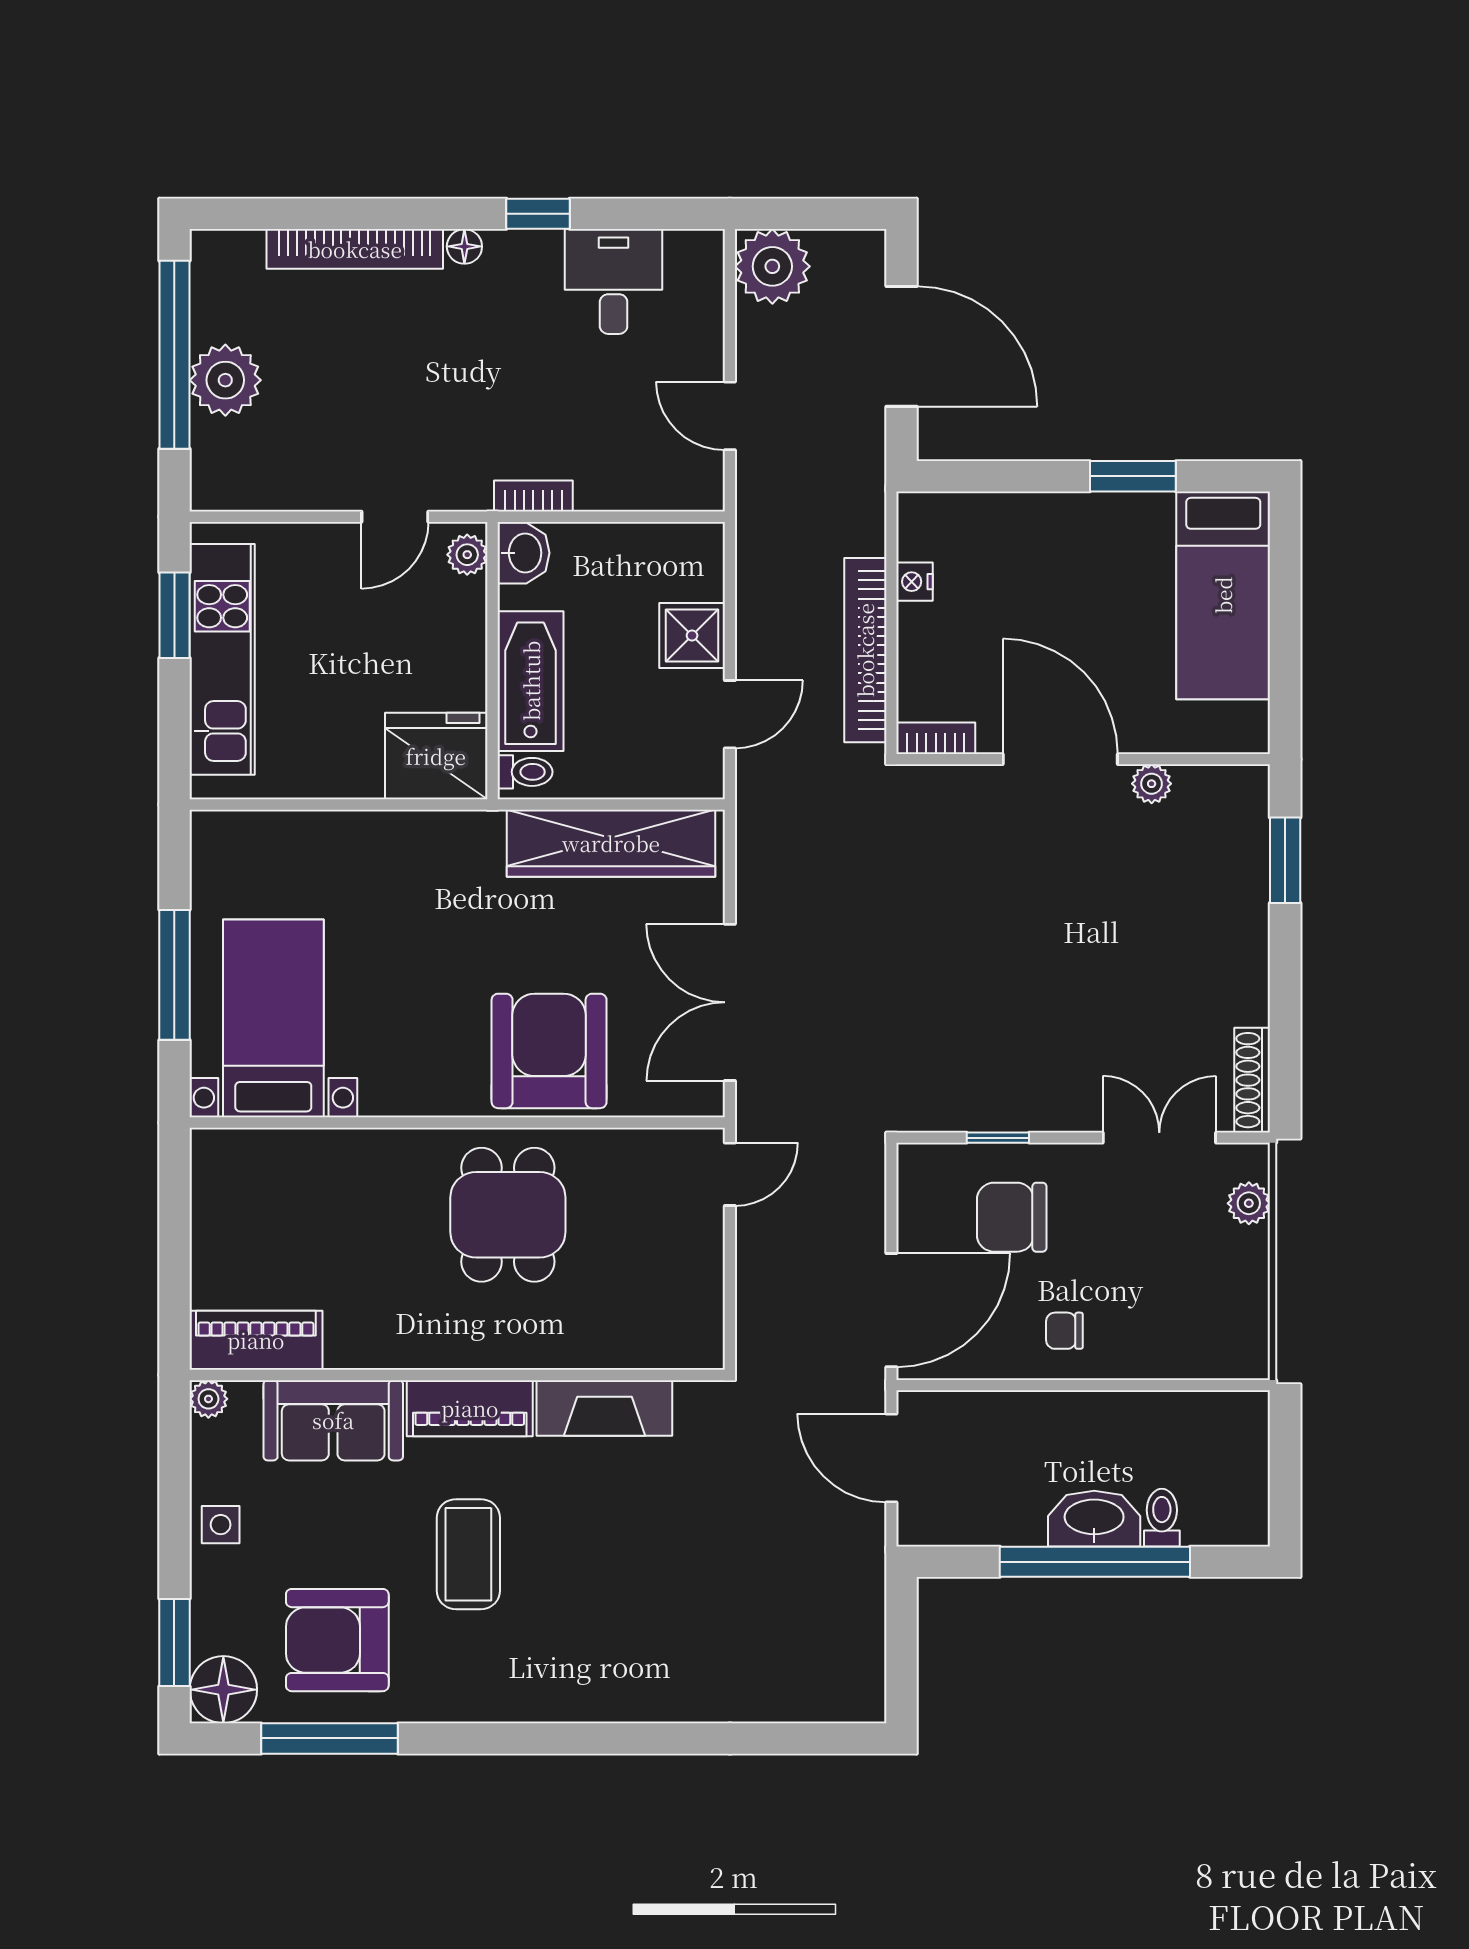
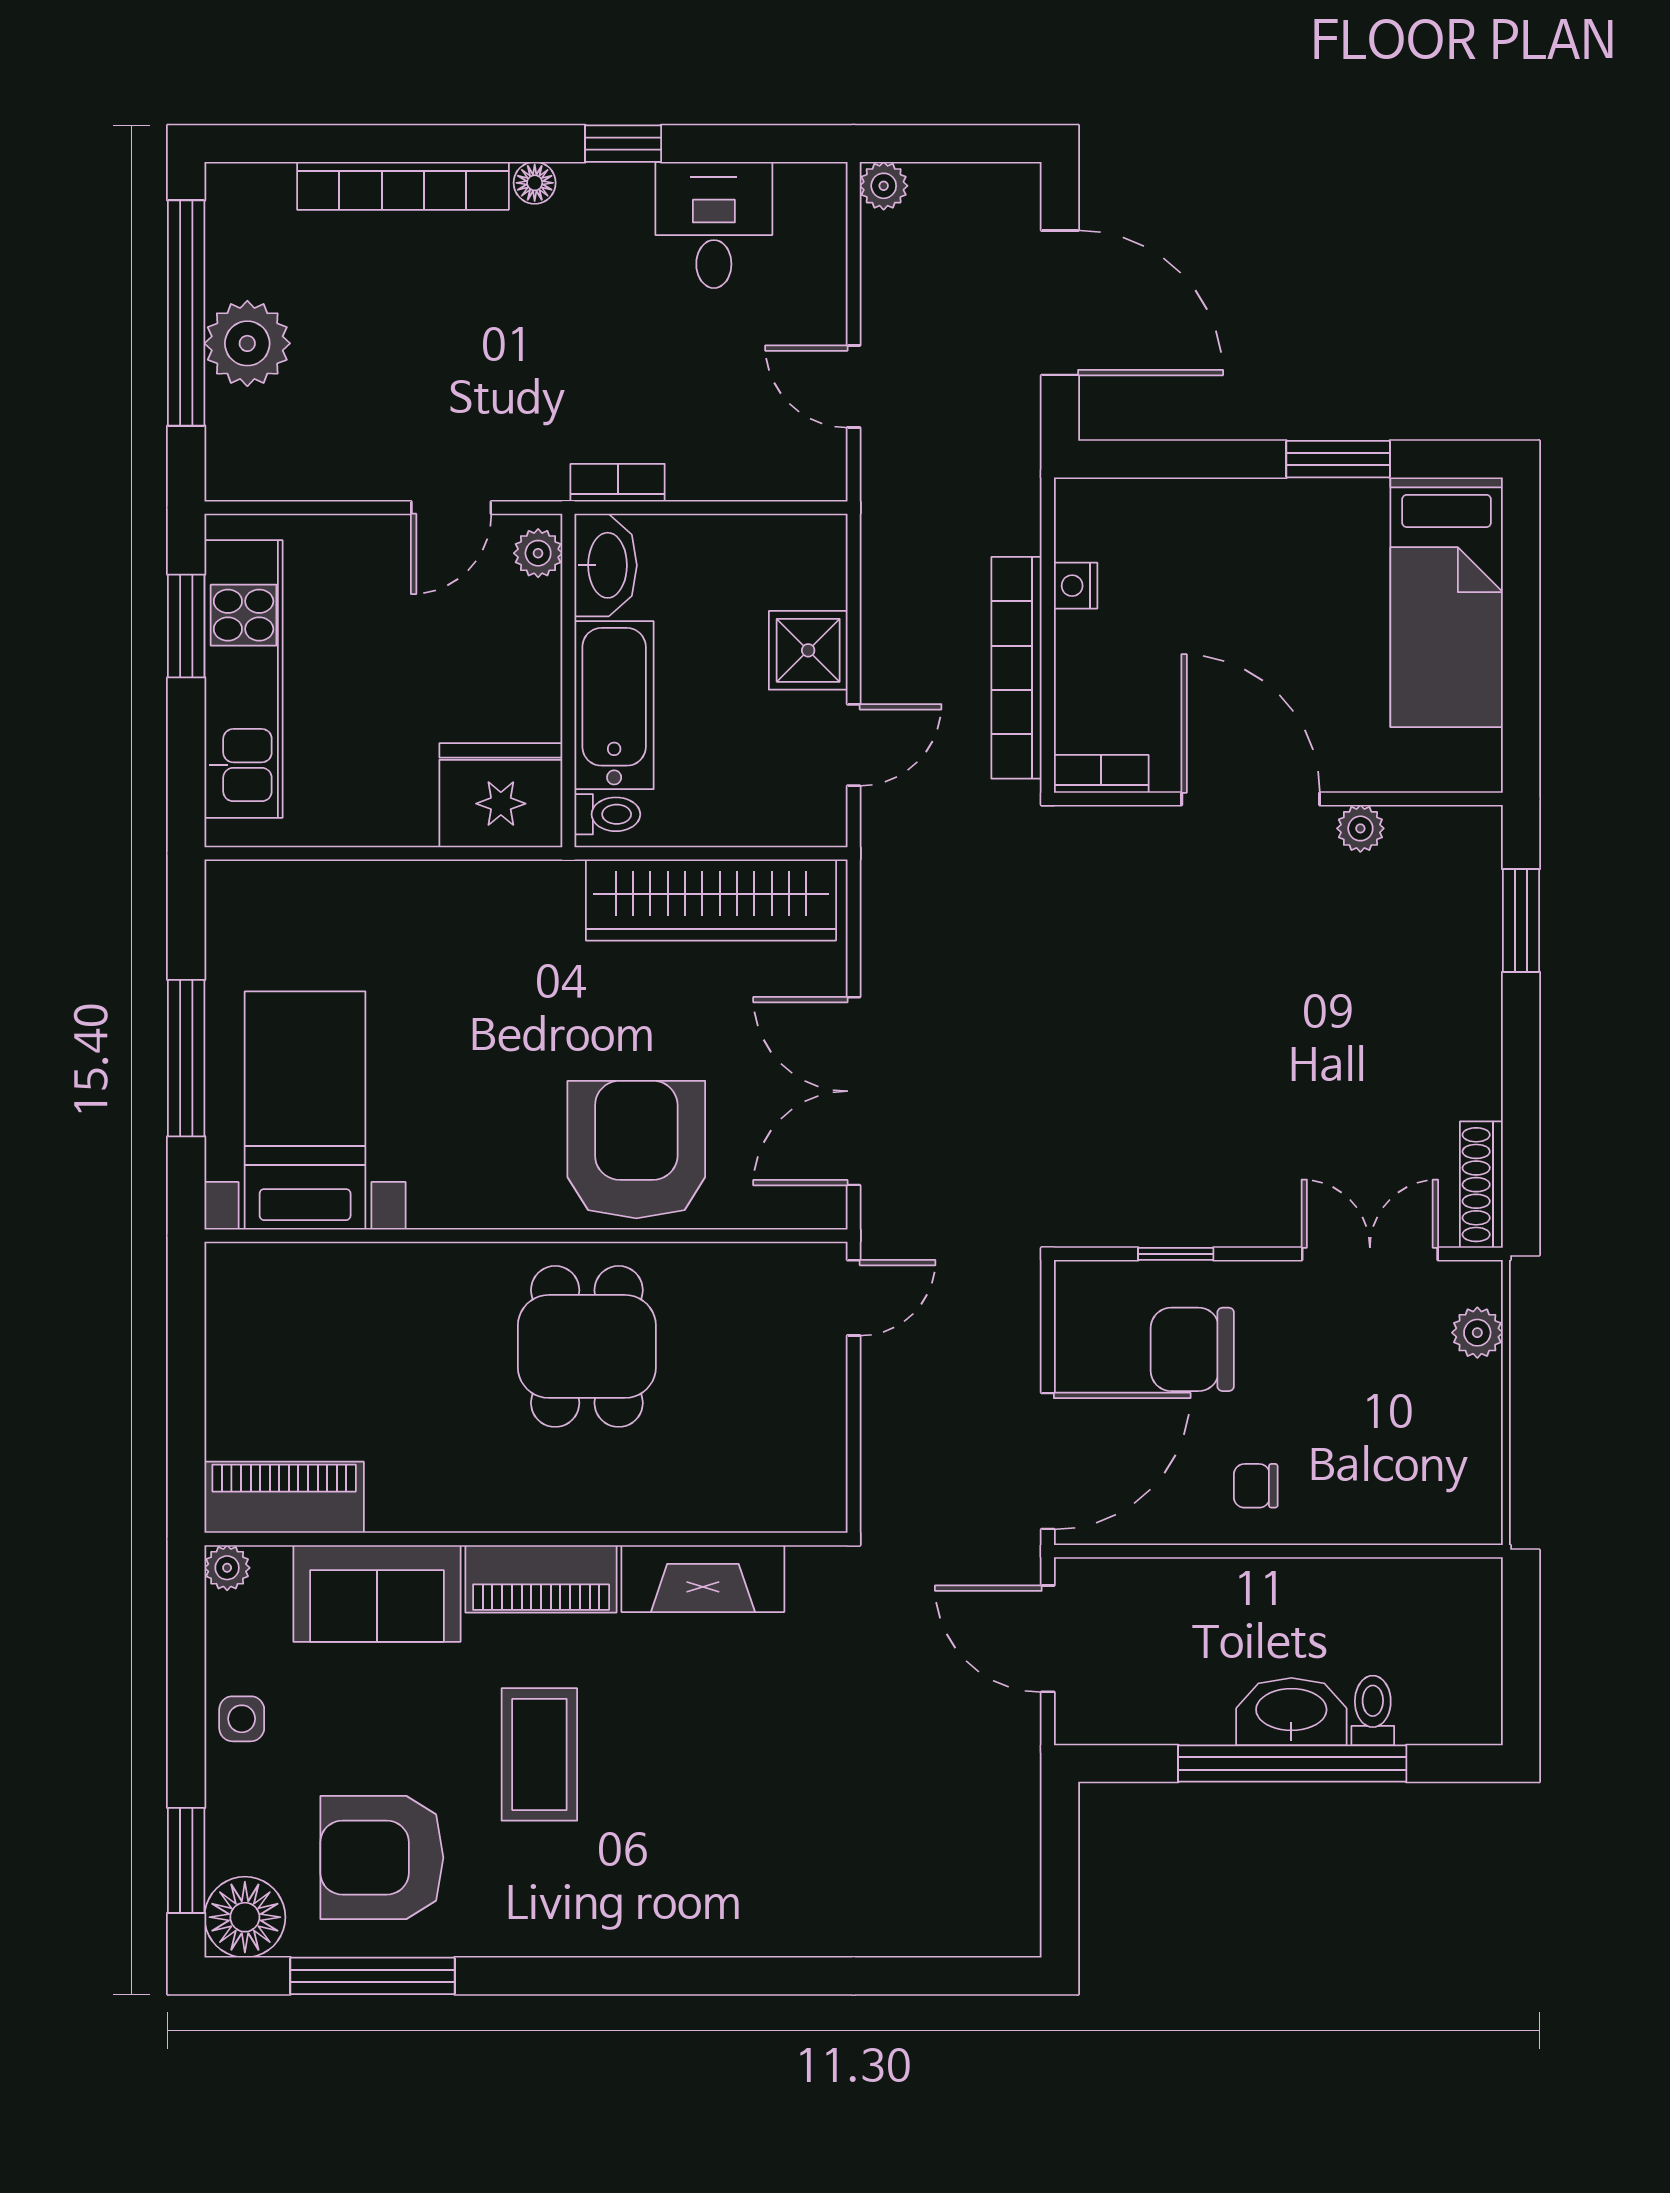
plant: (772, 266) -> (884, 186), width x0.53, depth x0.53
washbasin: (524, 553) -> (606, 565), width x1.38

